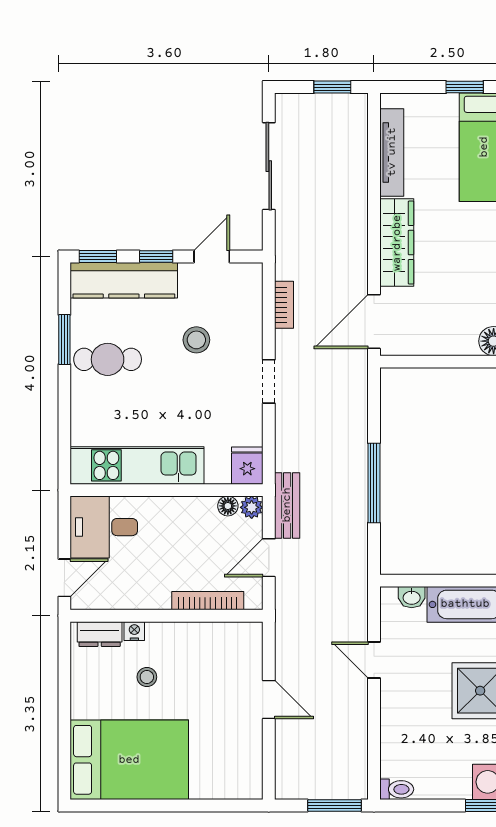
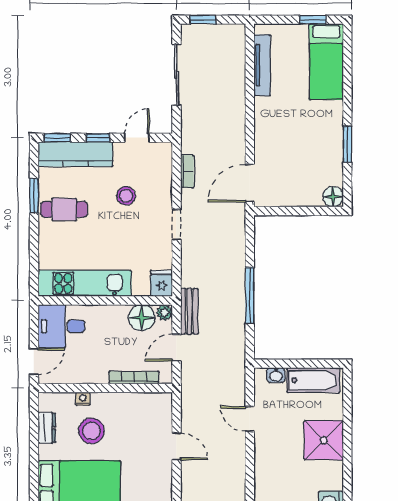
window: (332, 87) -> (203, 20), moved
wardrobe: (397, 243) -> (266, 128), removed
floor lamp: (228, 506) -> (142, 318), width x1.89, depth x1.89
dresser: (100, 634) -> (47, 428), moved, turned -90
stool: (147, 677) -> (92, 431), width x1.89, depth x1.89

